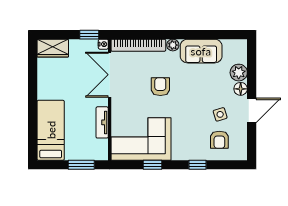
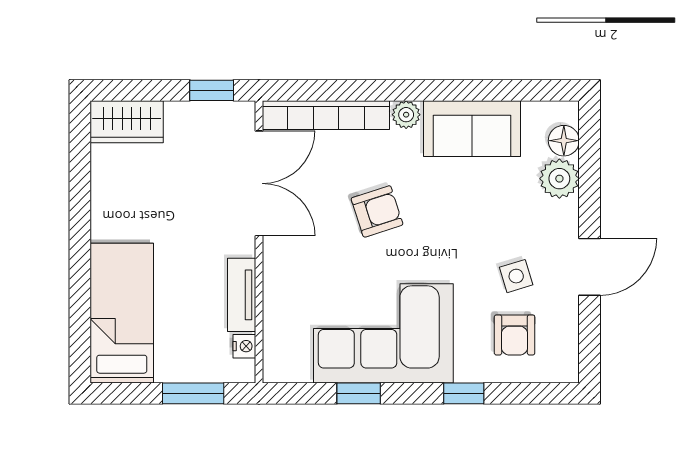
nightstand: (103, 44) -> (244, 346), moved
double door: (110, 75) -> (259, 183), swing flipped
armchair: (160, 87) -> (377, 211), turned 72
floor lamp: (241, 89) -> (564, 141), moved
corner sofa: (141, 139) -> (383, 333), moved

